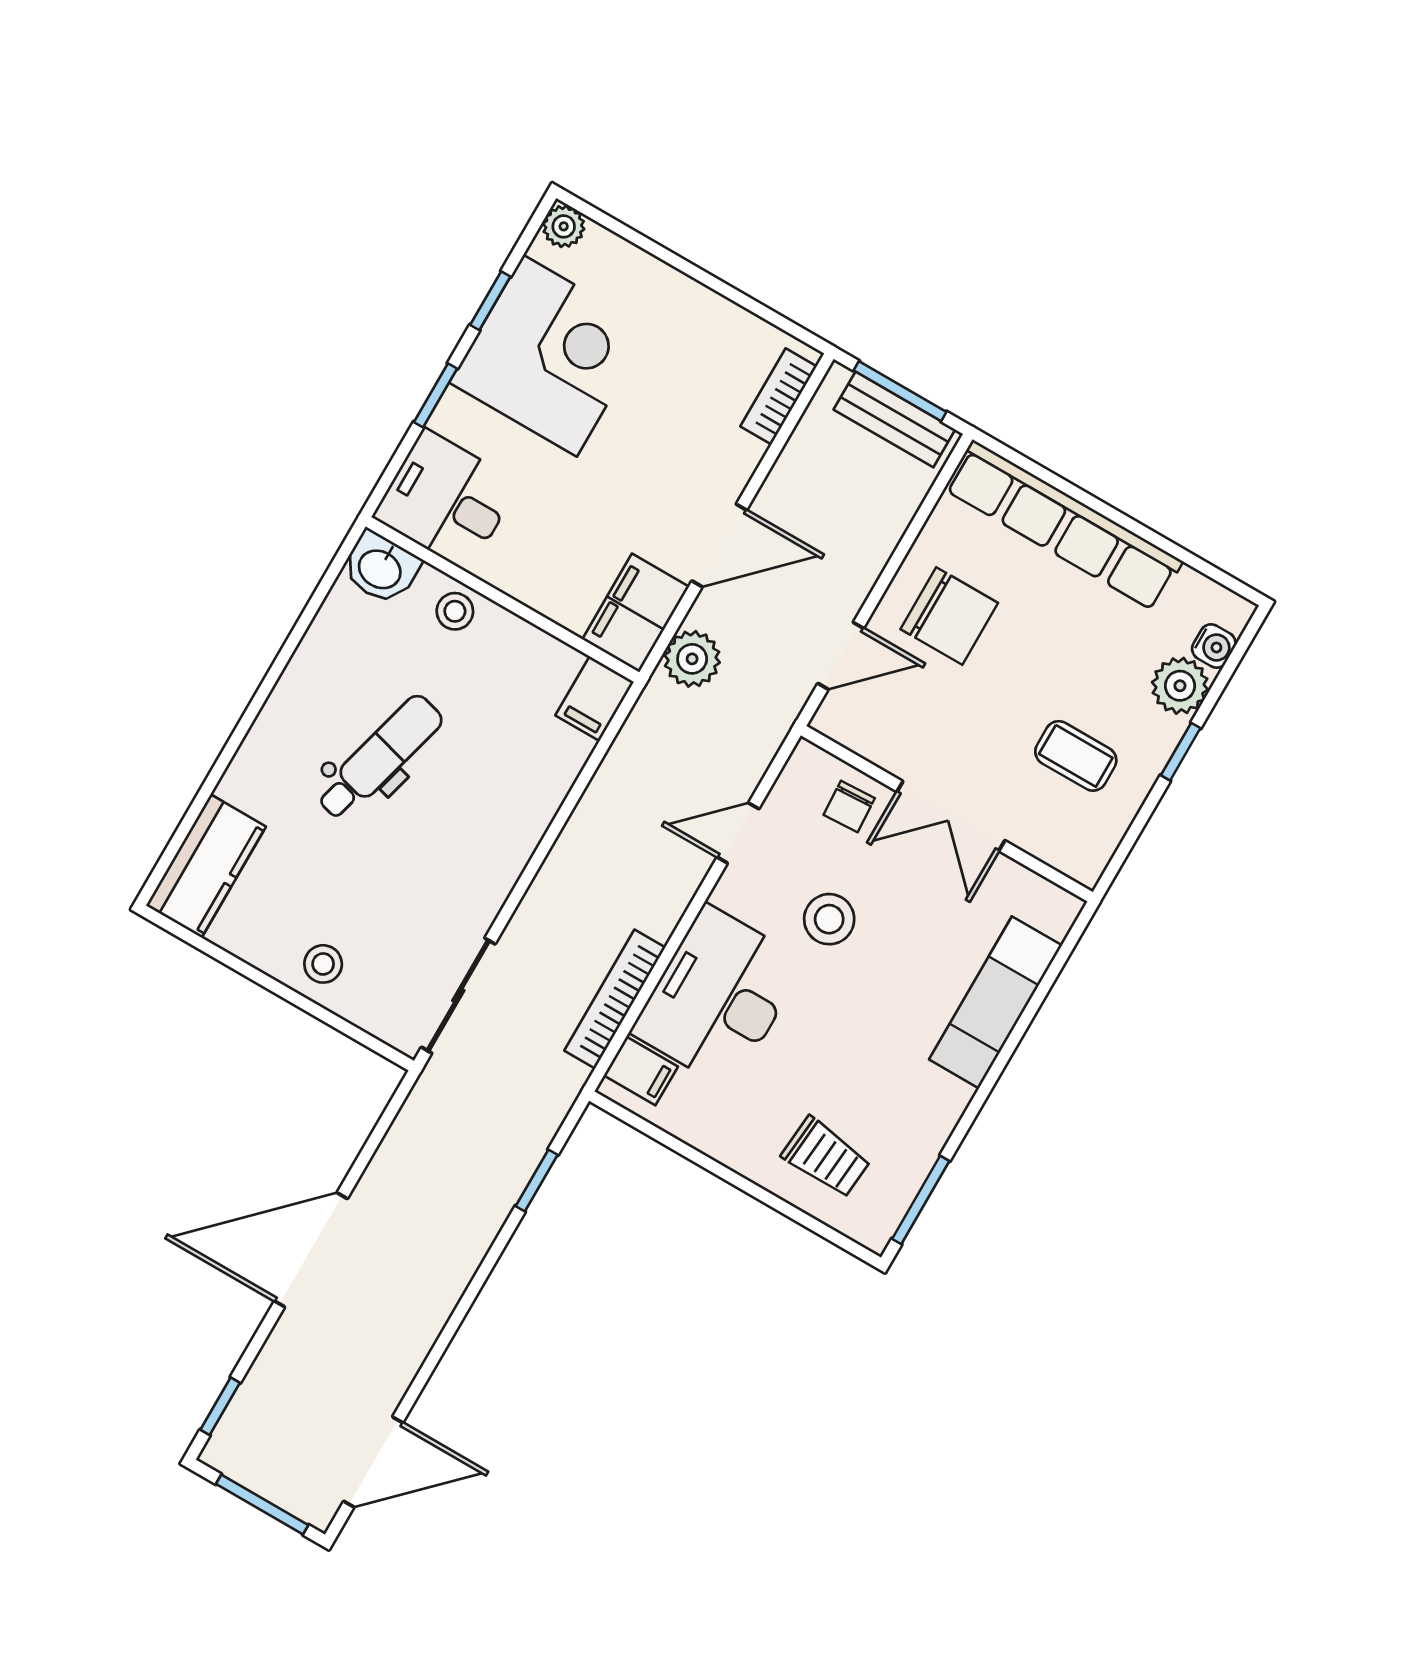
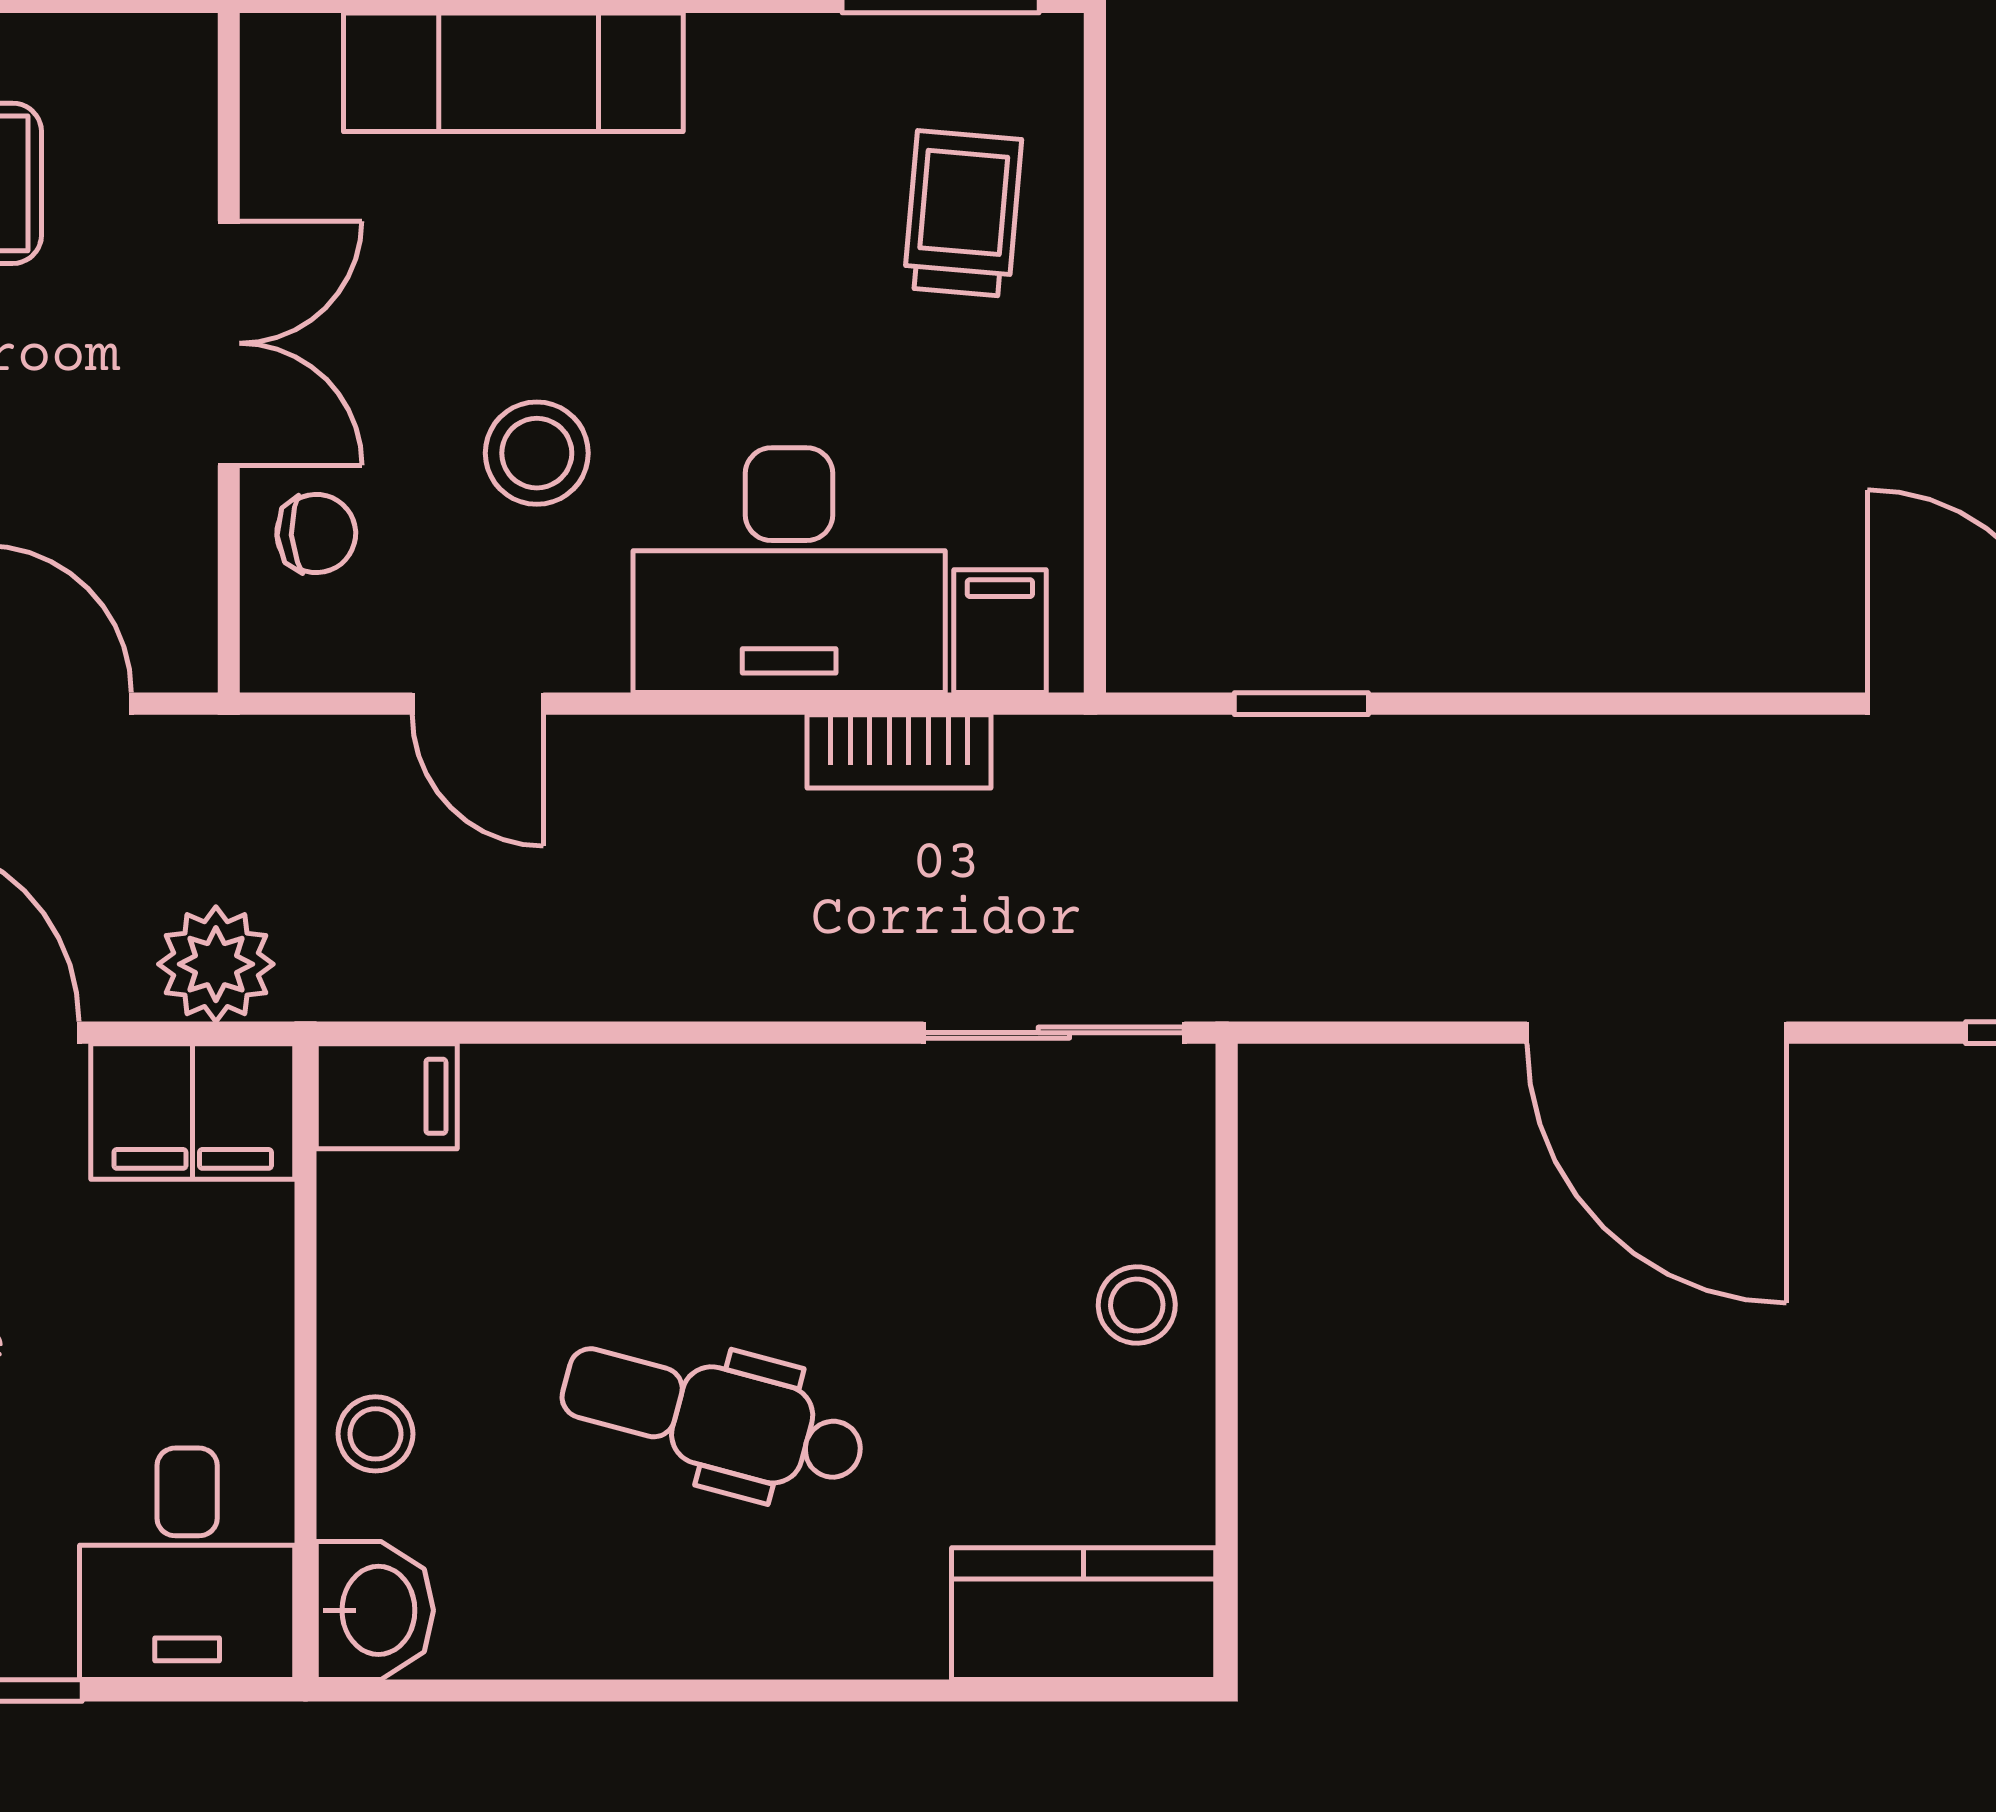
bookcase: (615, 999) -> (899, 751), width x0.64

